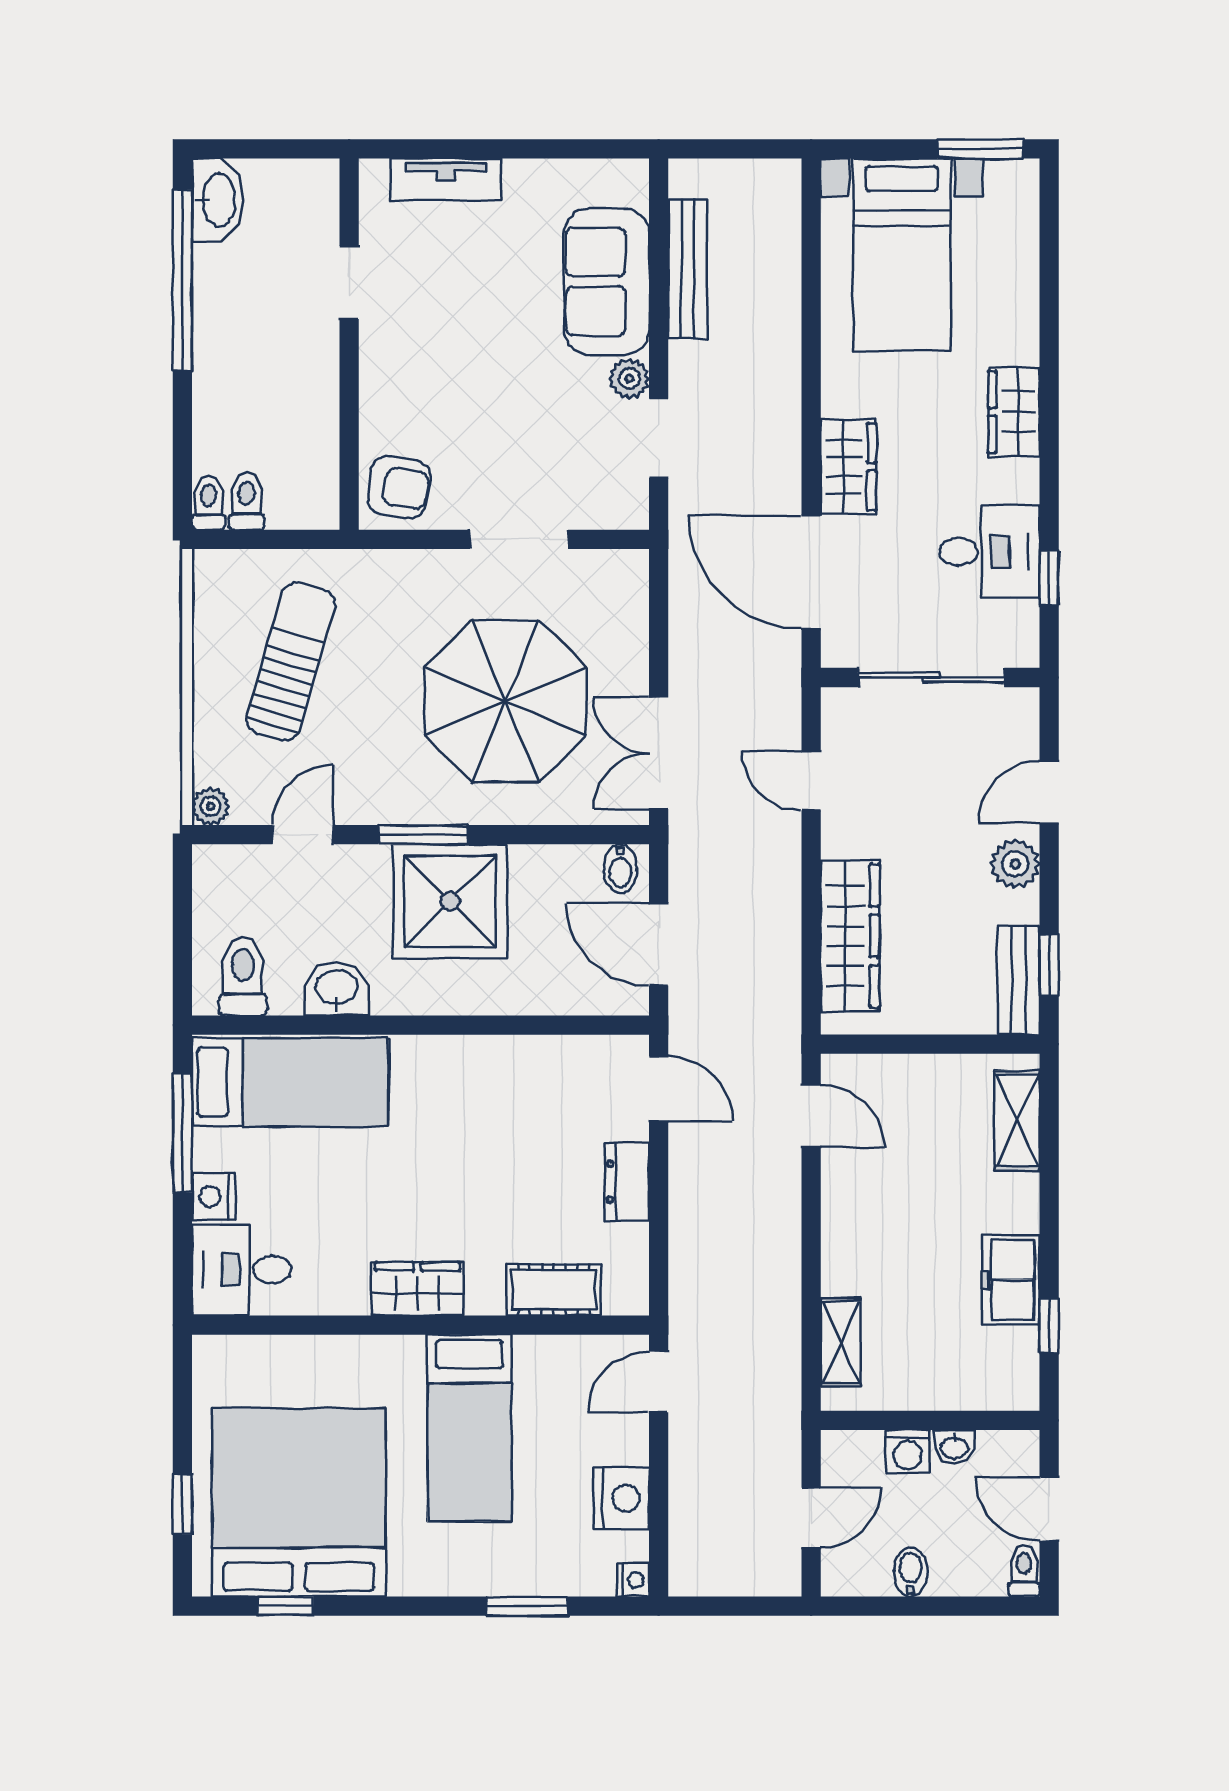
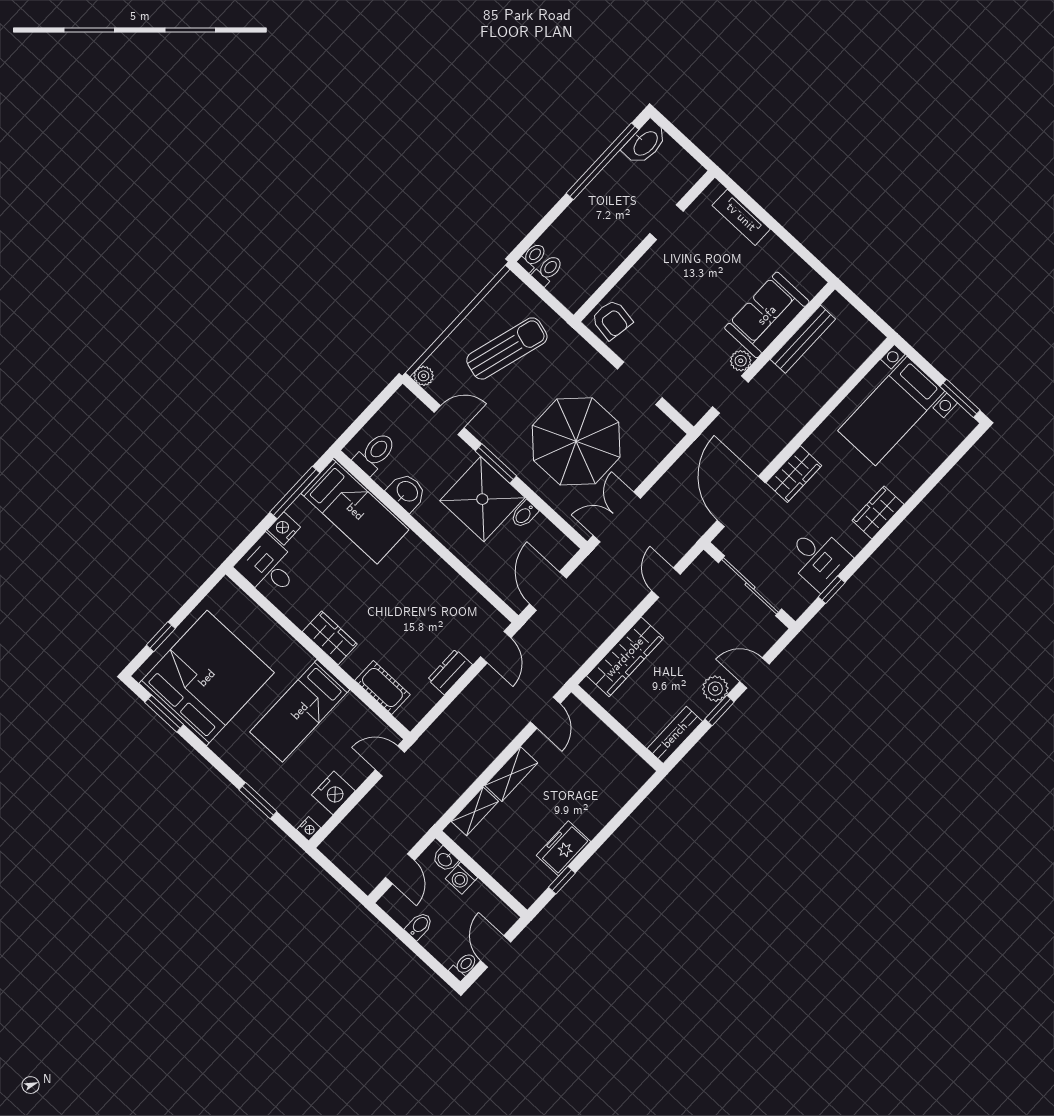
bidet: (620, 869) -> (524, 514), moved
window: (1049, 965) -> (719, 711), moved
shelving: (1017, 1120) -> (511, 774), moved
washbasin: (954, 1447) -> (445, 859), moved
door: (811, 1518) -> (400, 869), hinge flipped
window: (286, 1606) -> (164, 714), width x1.50

